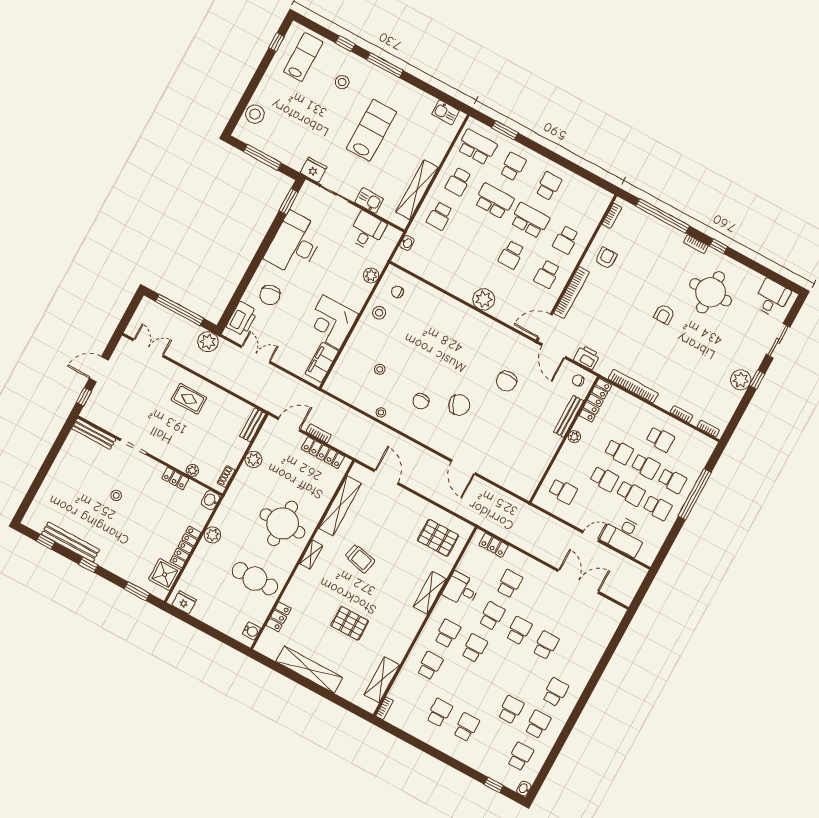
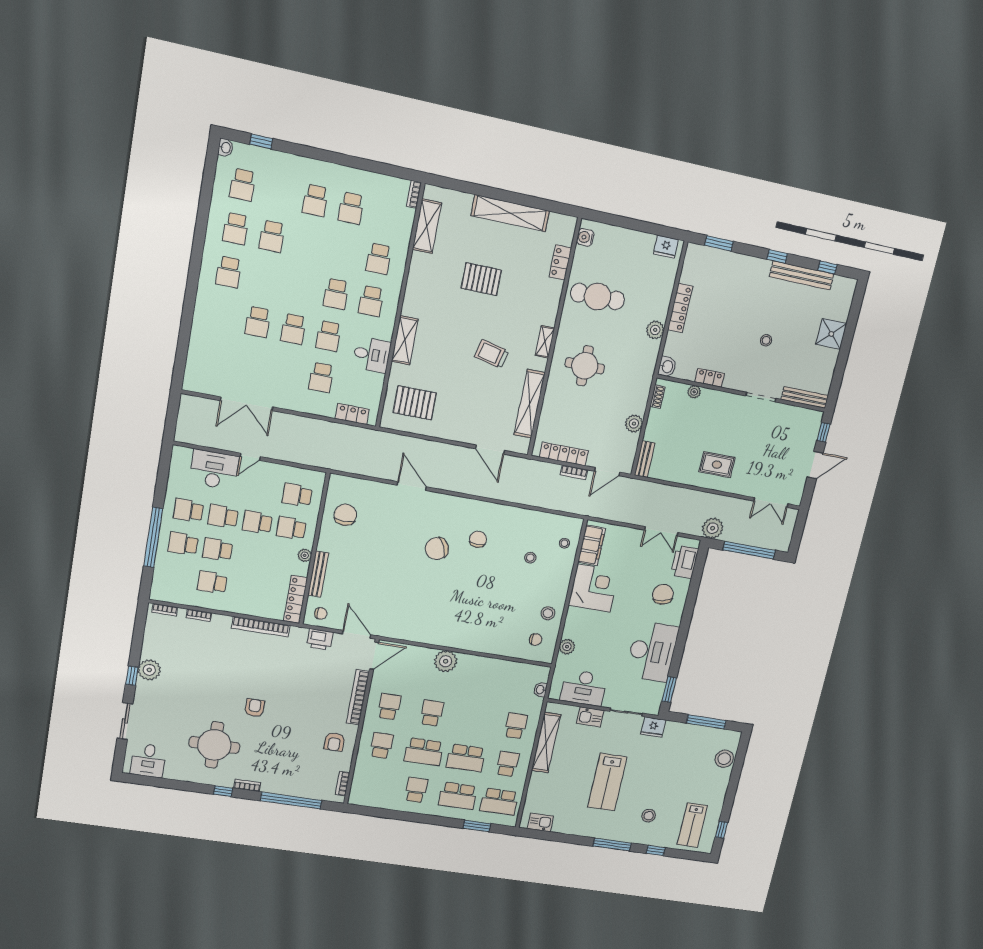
school desk: (513, 167) -> (458, 796), width x1.85
school desk: (549, 186) -> (416, 790), turned 180
desk: (367, 231) -> (584, 688), width x1.37
chair: (507, 381) -> (345, 515), moved
stool: (381, 412) -> (564, 543), moved
school desk: (619, 452) -> (291, 528), moved
round table: (283, 523) -> (585, 366), width x0.73, depth x0.73
shower: (165, 575) -> (831, 334), moved

